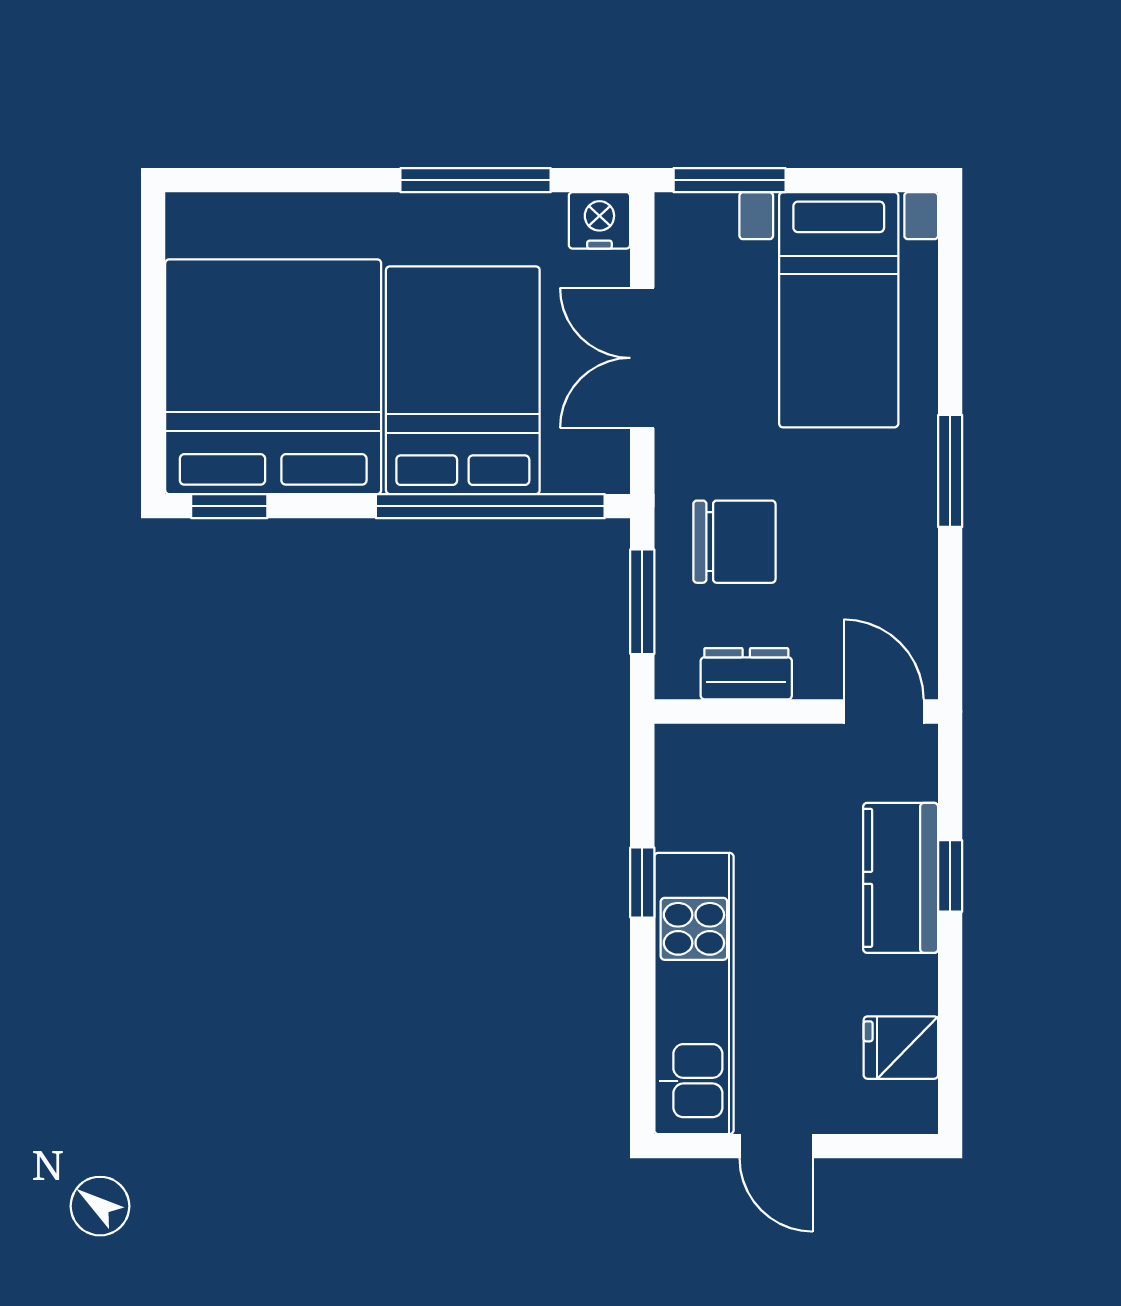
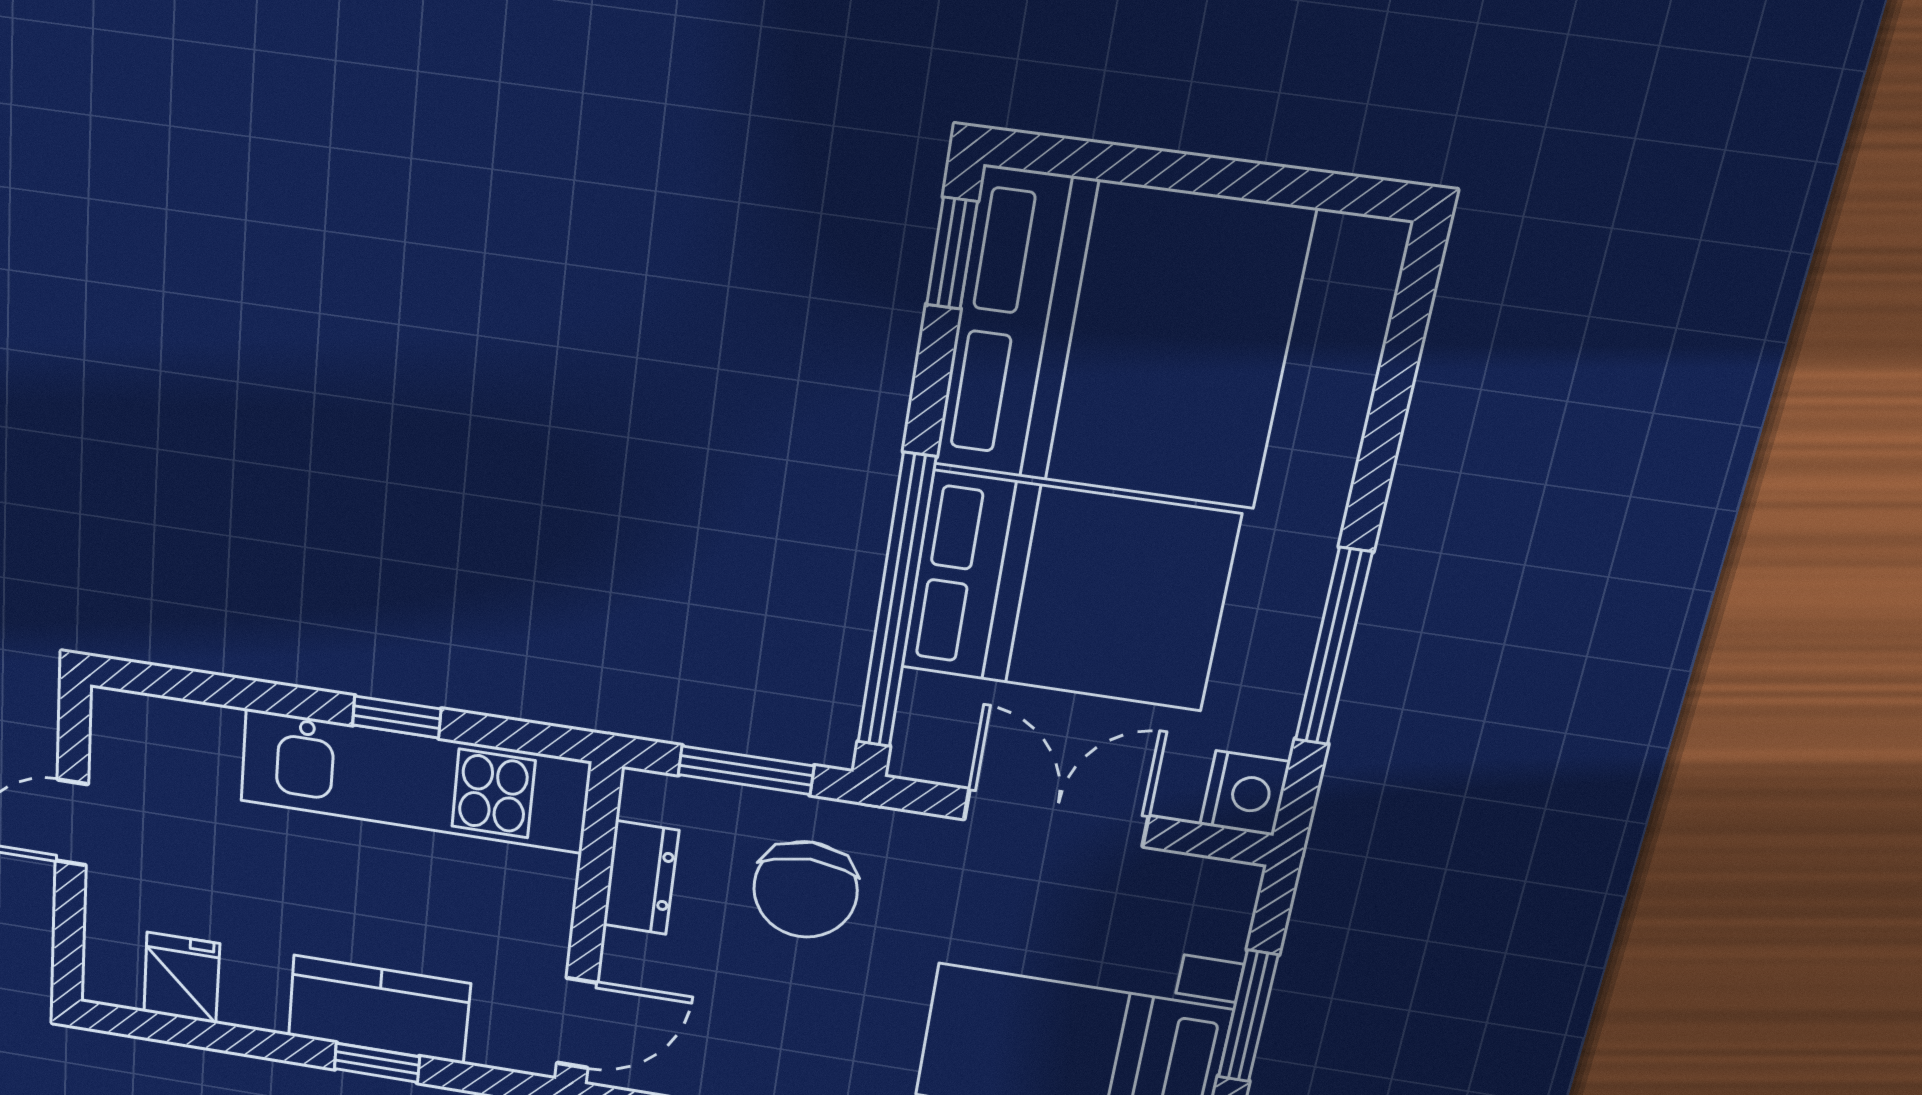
window: (730, 180) -> (1248, 1016), moved
kitchen unit: (694, 994) -> (414, 781), moved

